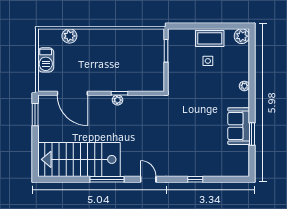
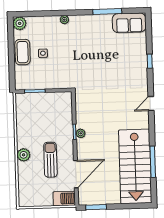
plant: (69, 36) -> (24, 155), moved
barbecue: (46, 60) -> (64, 199), moved
sun lounger: (89, 66) -> (50, 160), added
sofa: (239, 126) -> (129, 23), moved
window: (252, 134) -> (107, 11), width x1.44
window: (107, 179) -> (153, 162), moved

